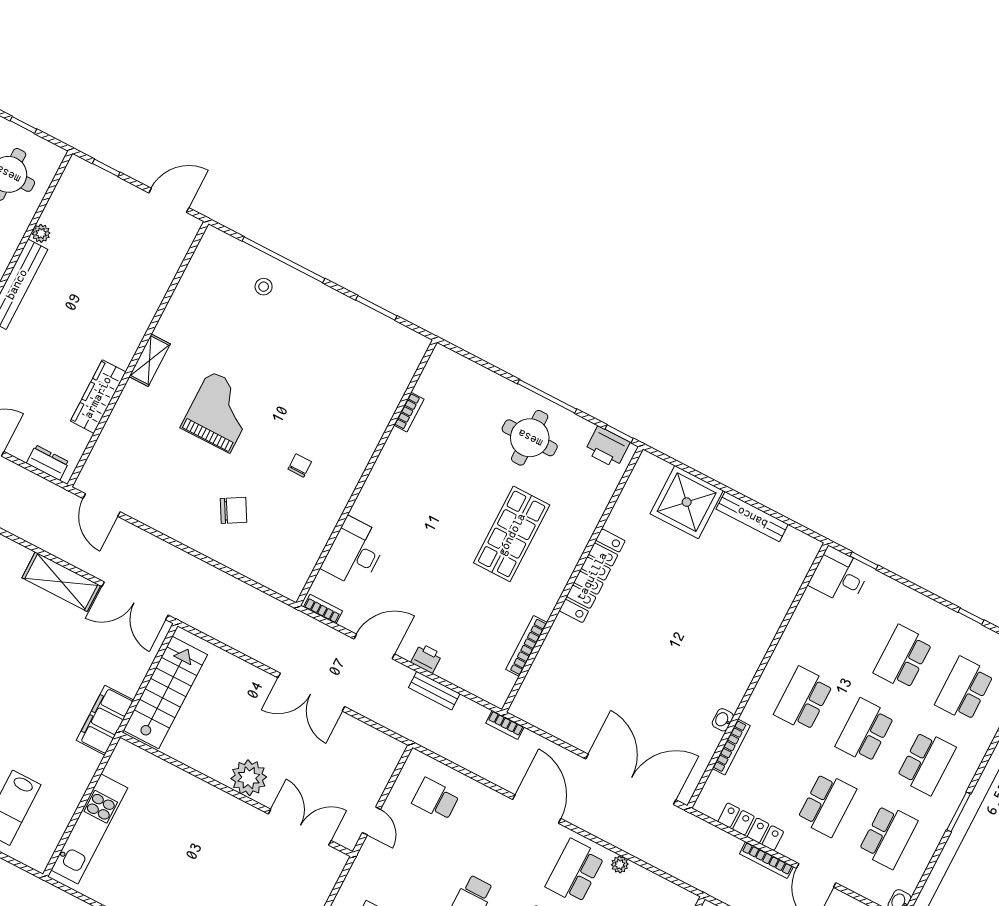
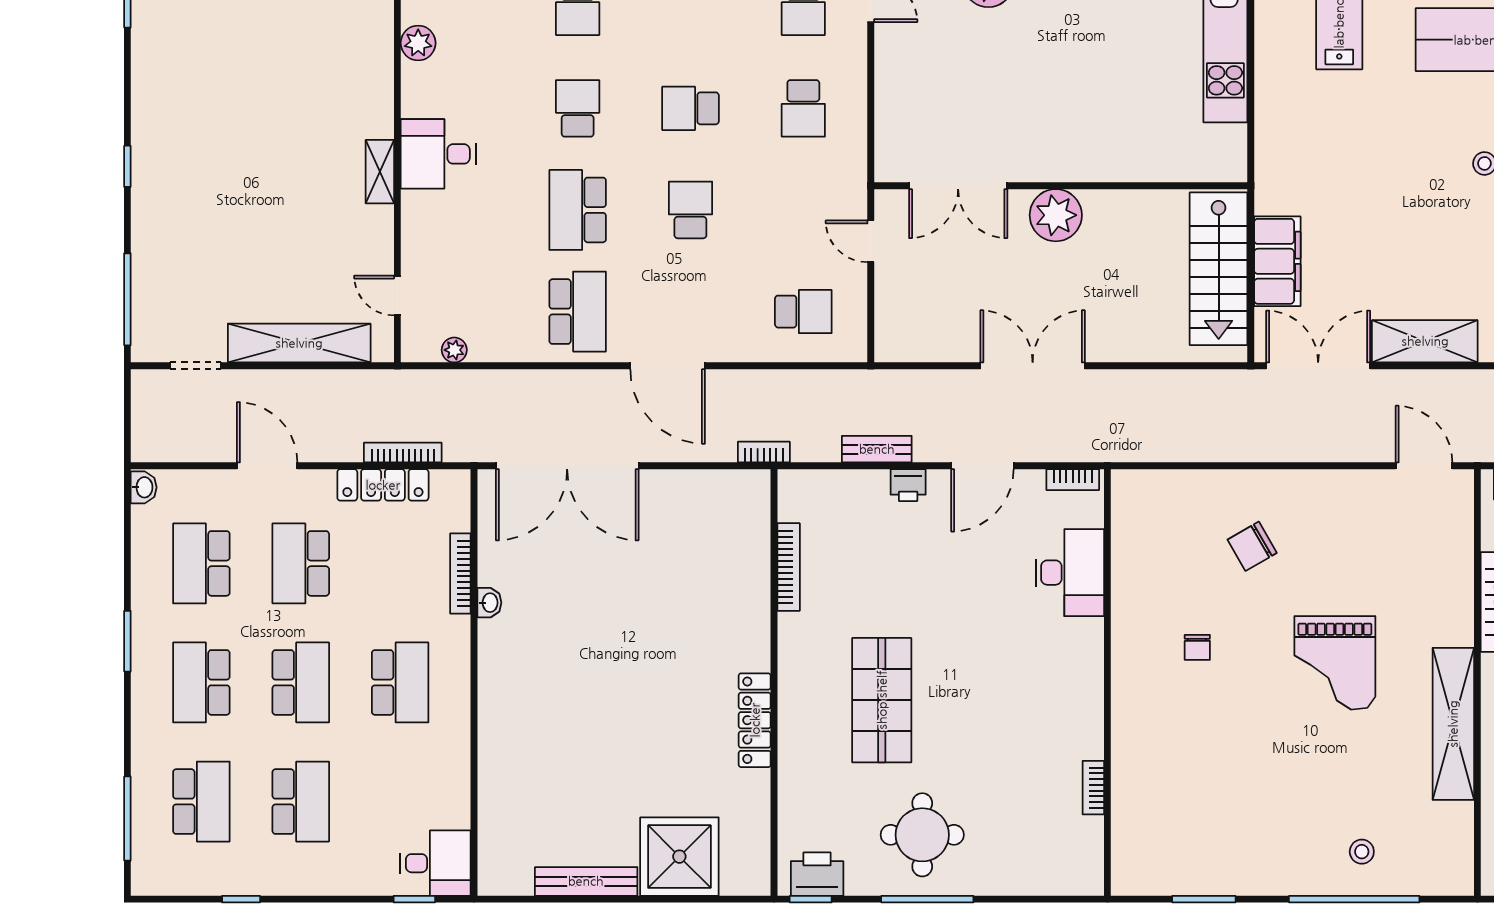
shelving: (150, 360) -> (1453, 724), width x2.20, depth x1.33
locker: (592, 576) -> (755, 720), width x0.71, depth x0.83
filing cabinet: (105, 720) -> (1277, 261), moved
bookcase: (766, 860) -> (403, 453), moved
plant: (620, 864) -> (454, 350), moved

